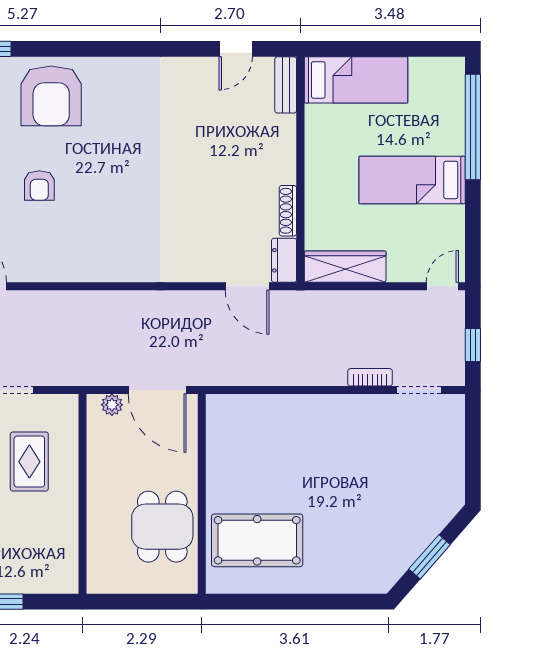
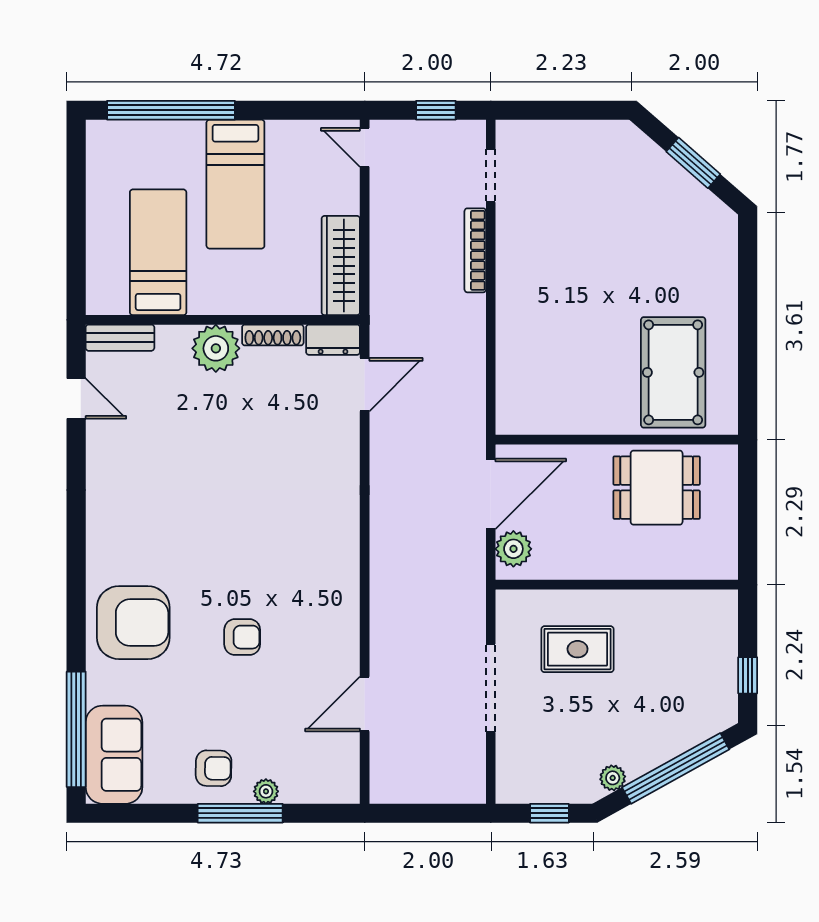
bed: (356, 80) -> (158, 252), moved
plant: (277, 164) -> (216, 348), added
bookcase: (370, 377) -> (475, 250), width x1.56
plant: (112, 405) -> (513, 549), width x1.38, depth x1.38

